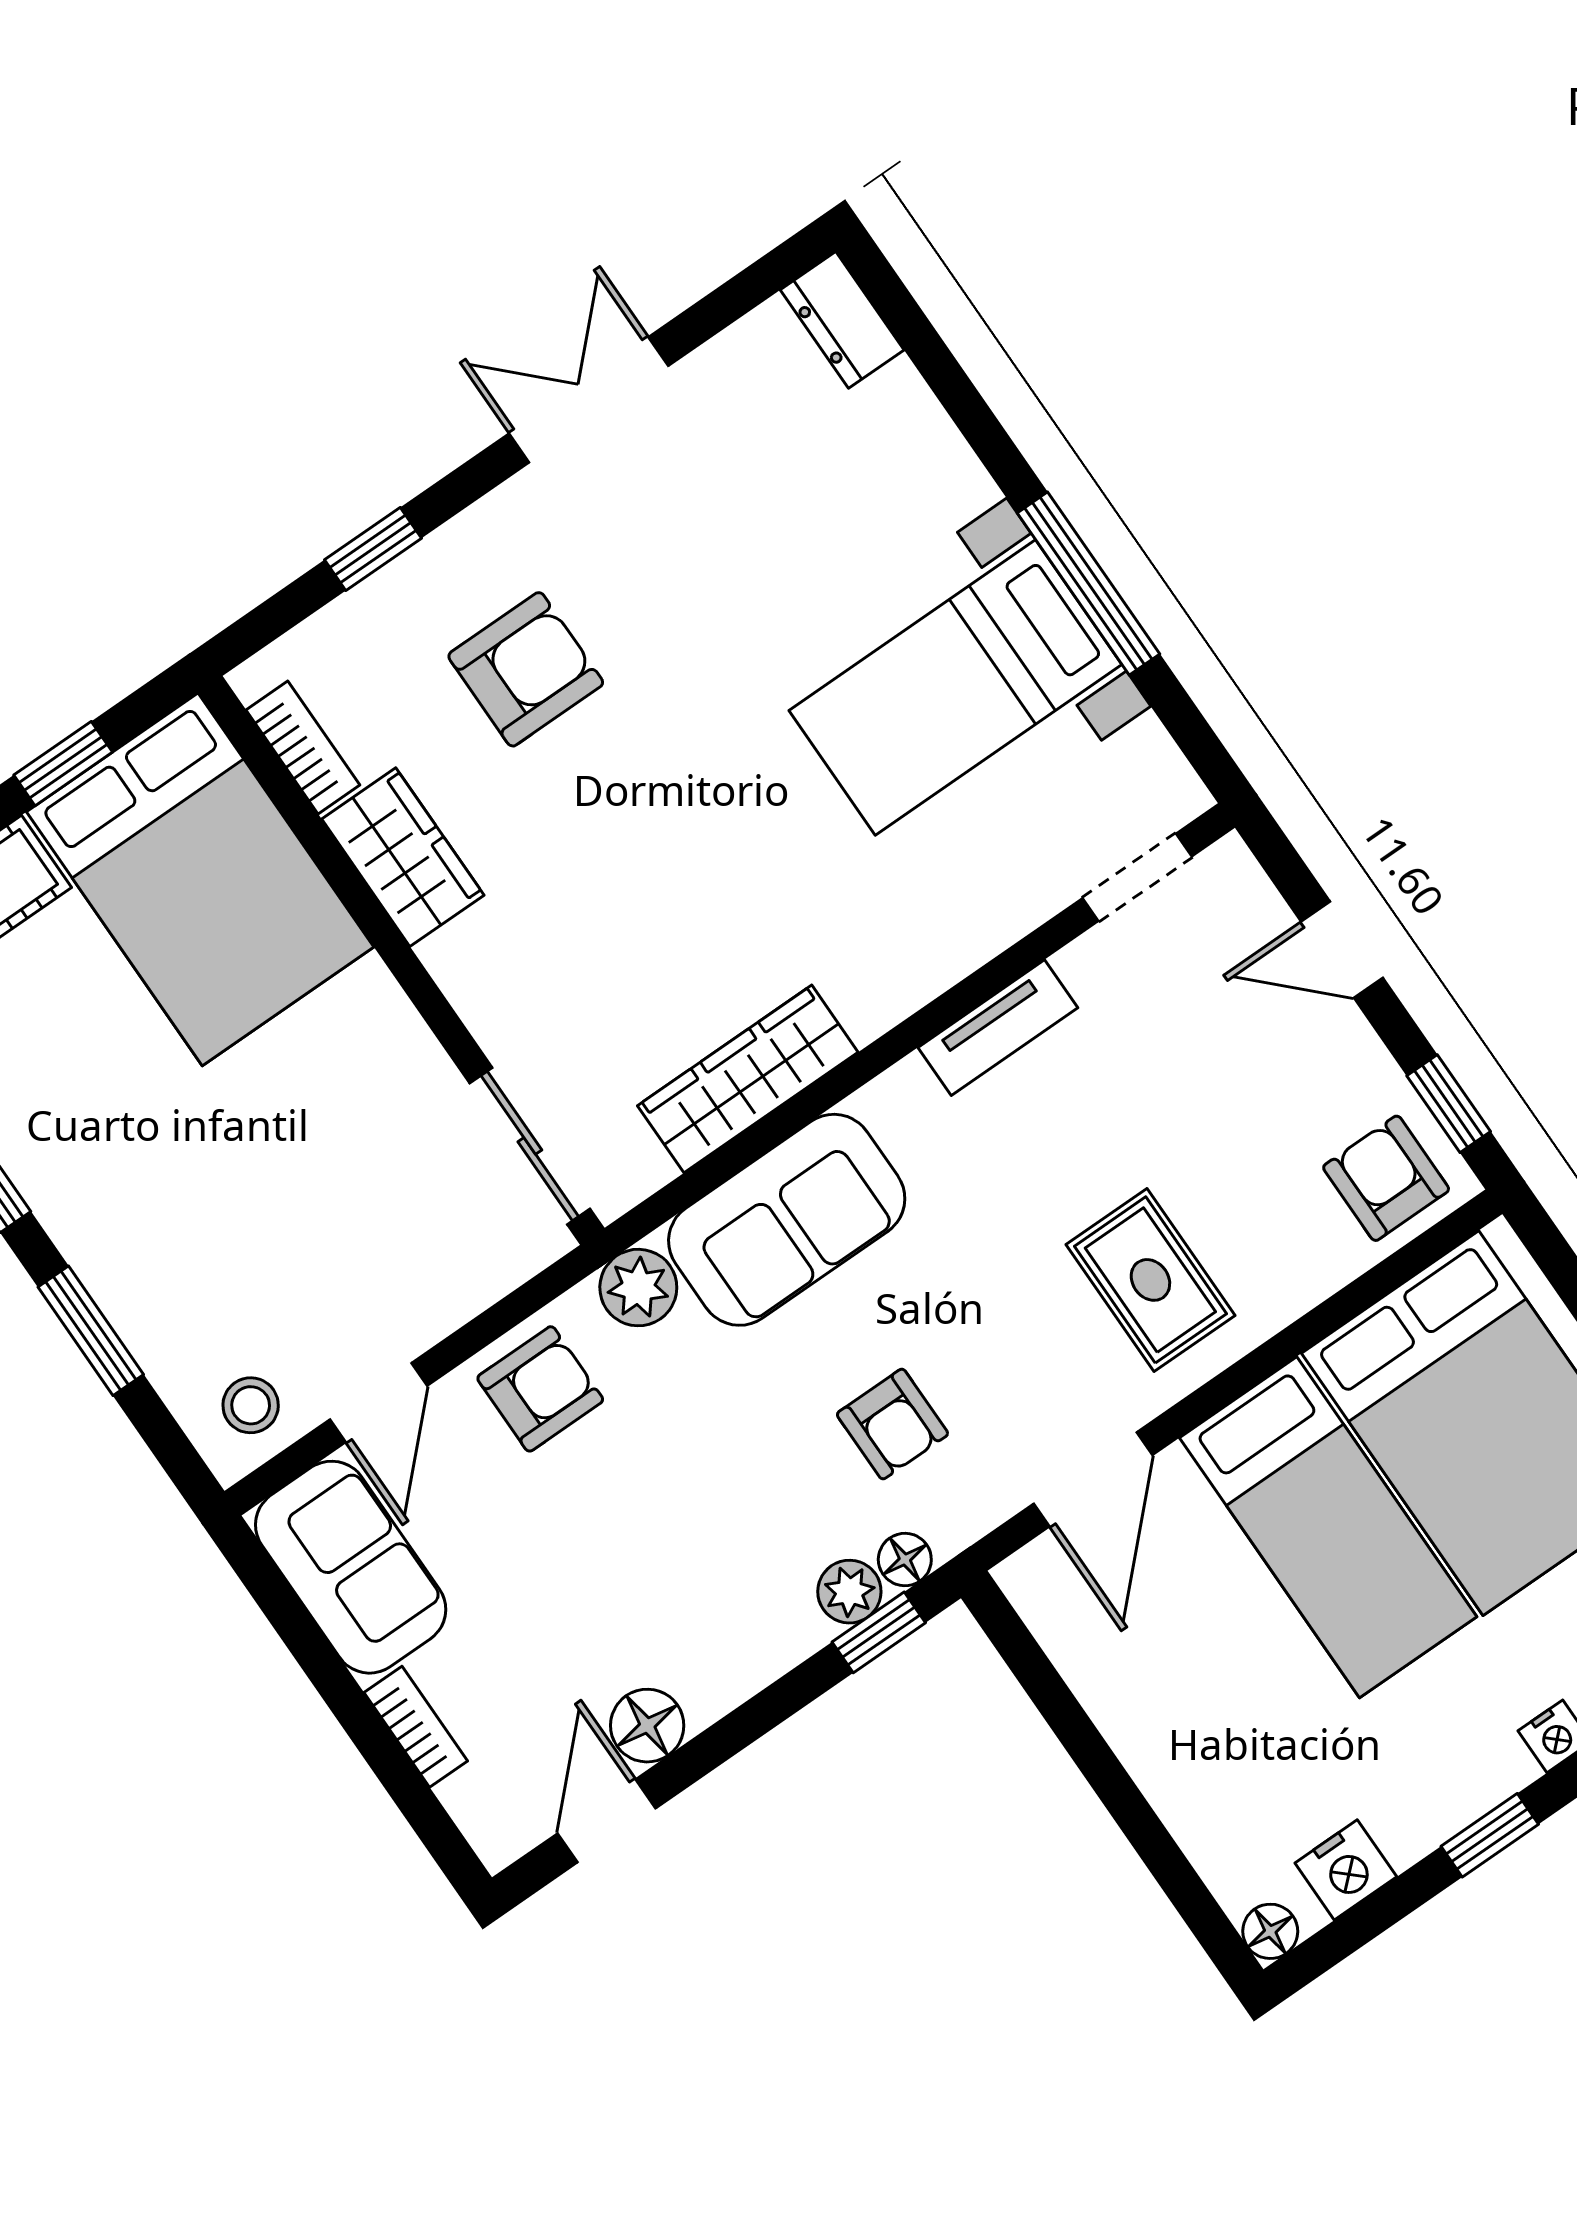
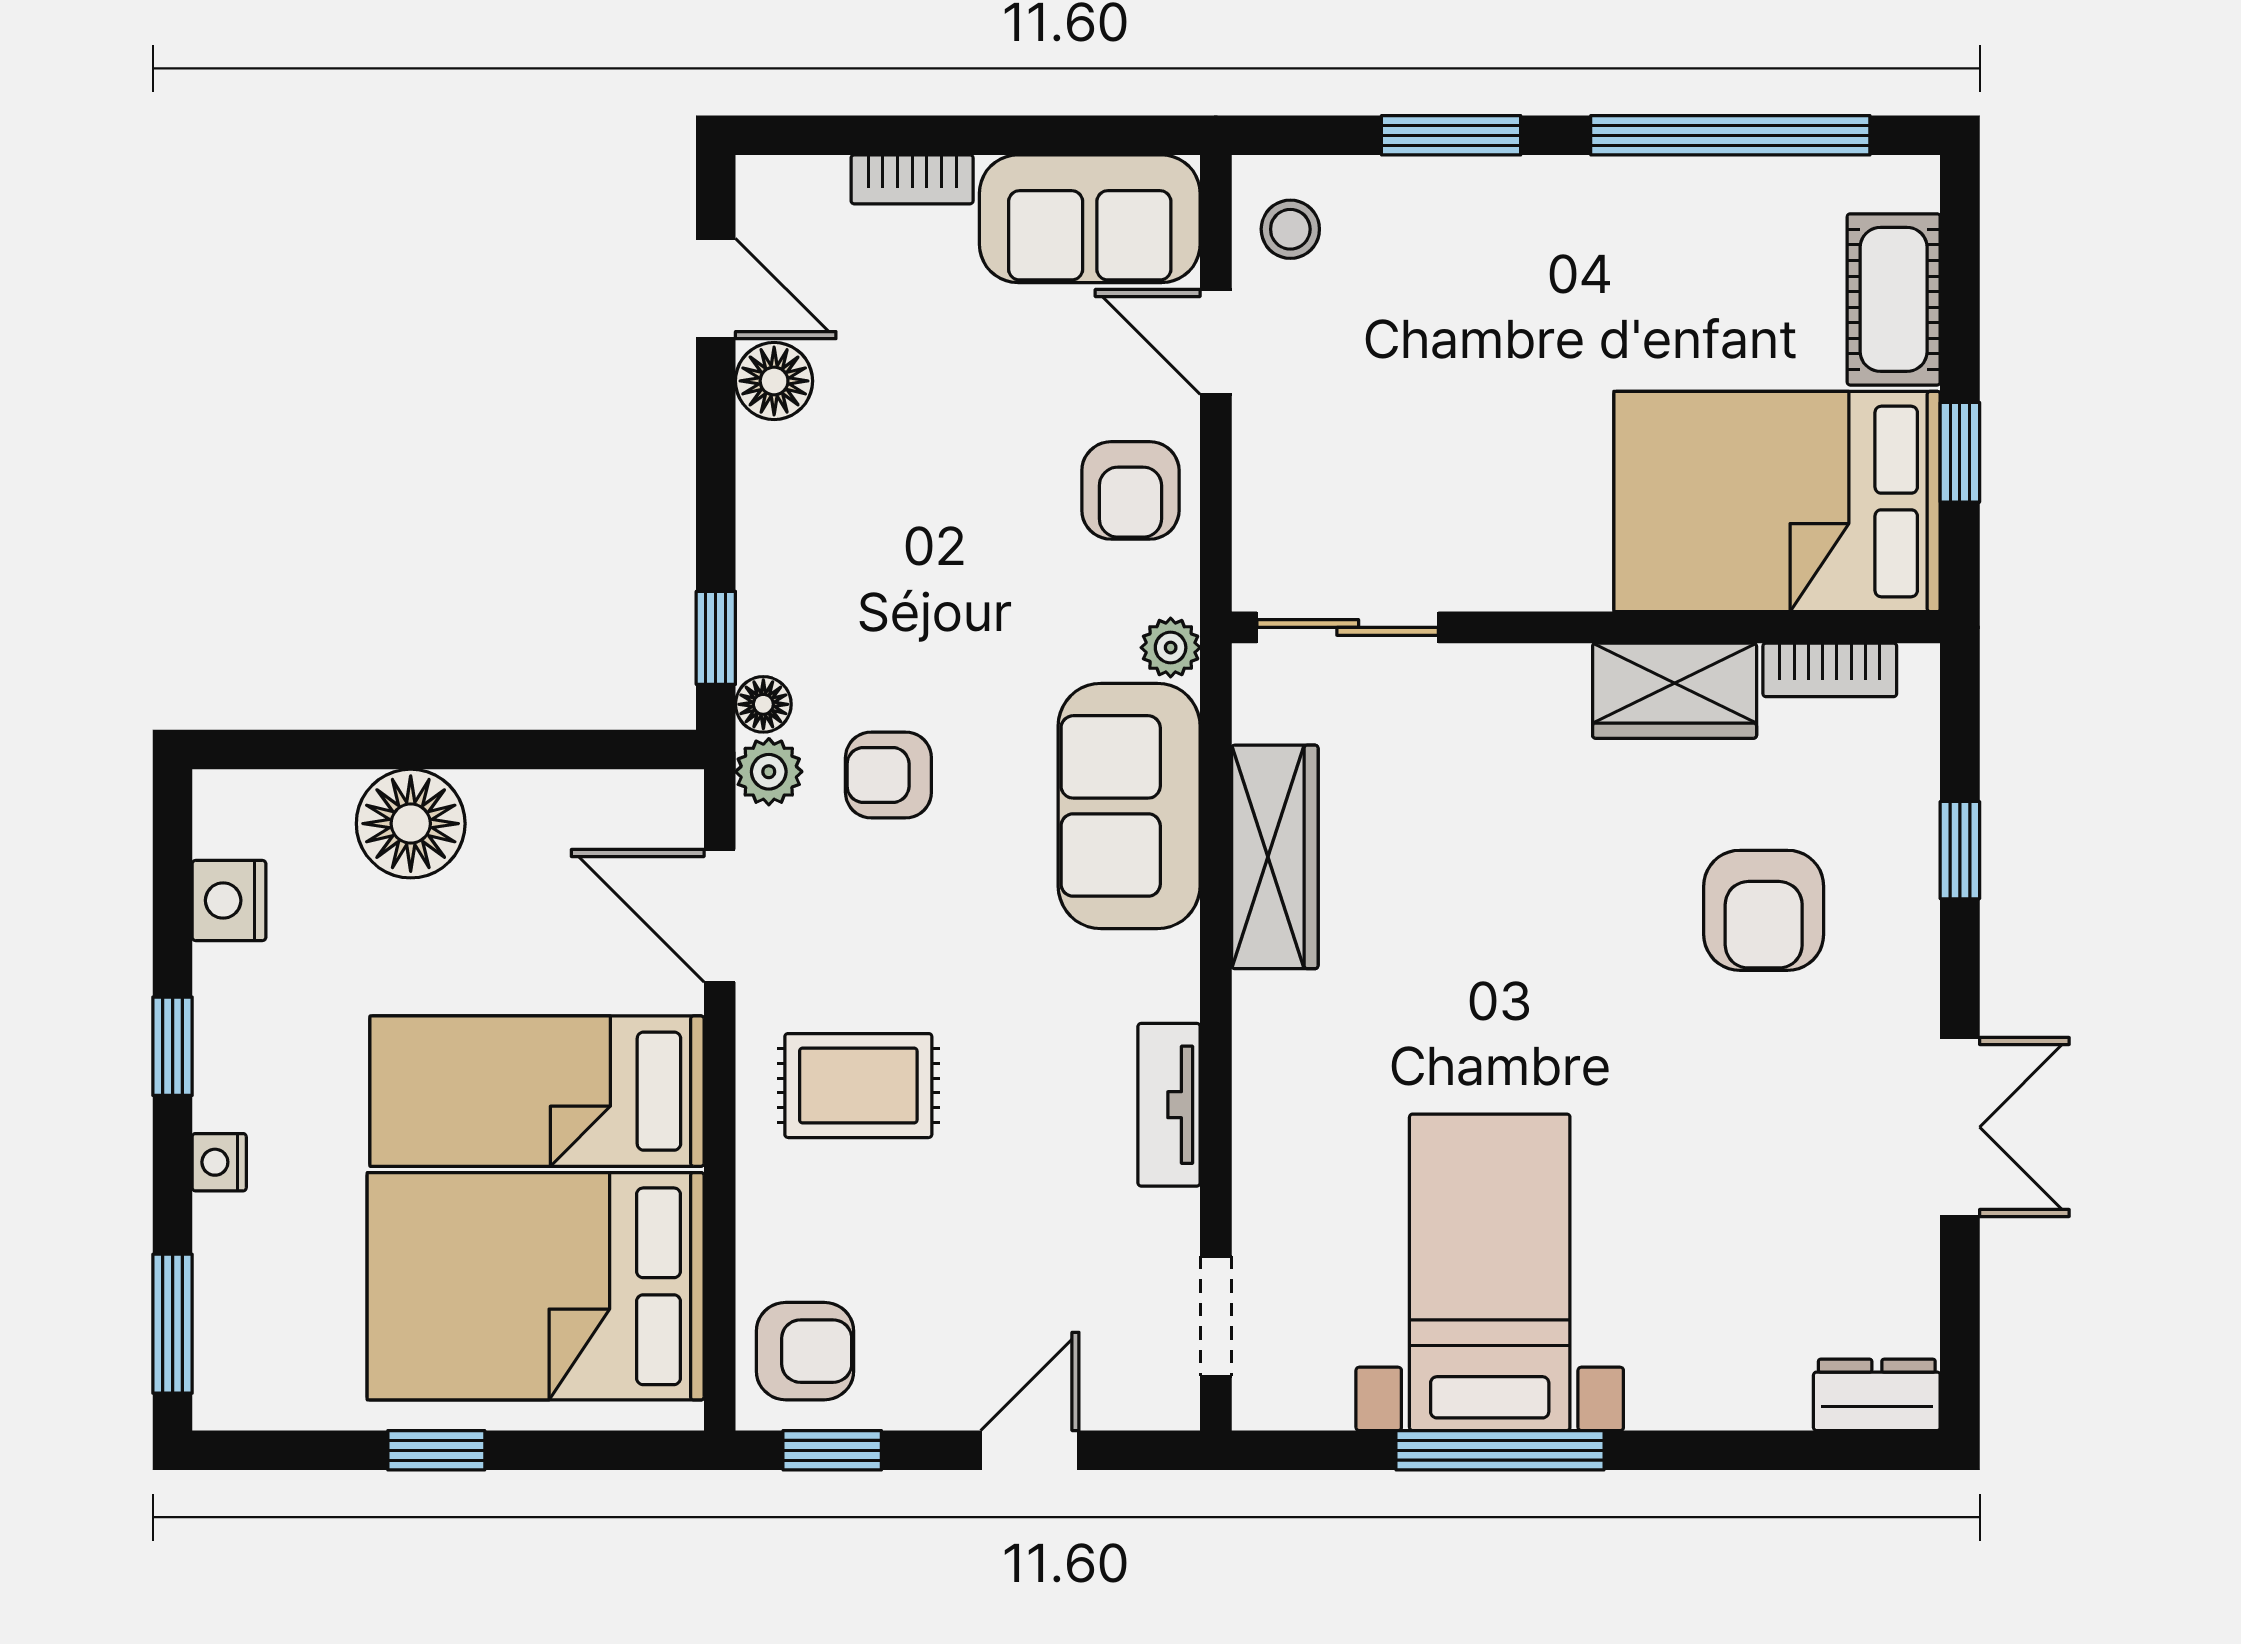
plant: (638, 1288) -> (1171, 648), width x0.73, depth x0.73
plant: (849, 1592) -> (769, 772), moved
floor lamp: (1270, 1931) -> (411, 824), moved, width x1.89, depth x1.89

